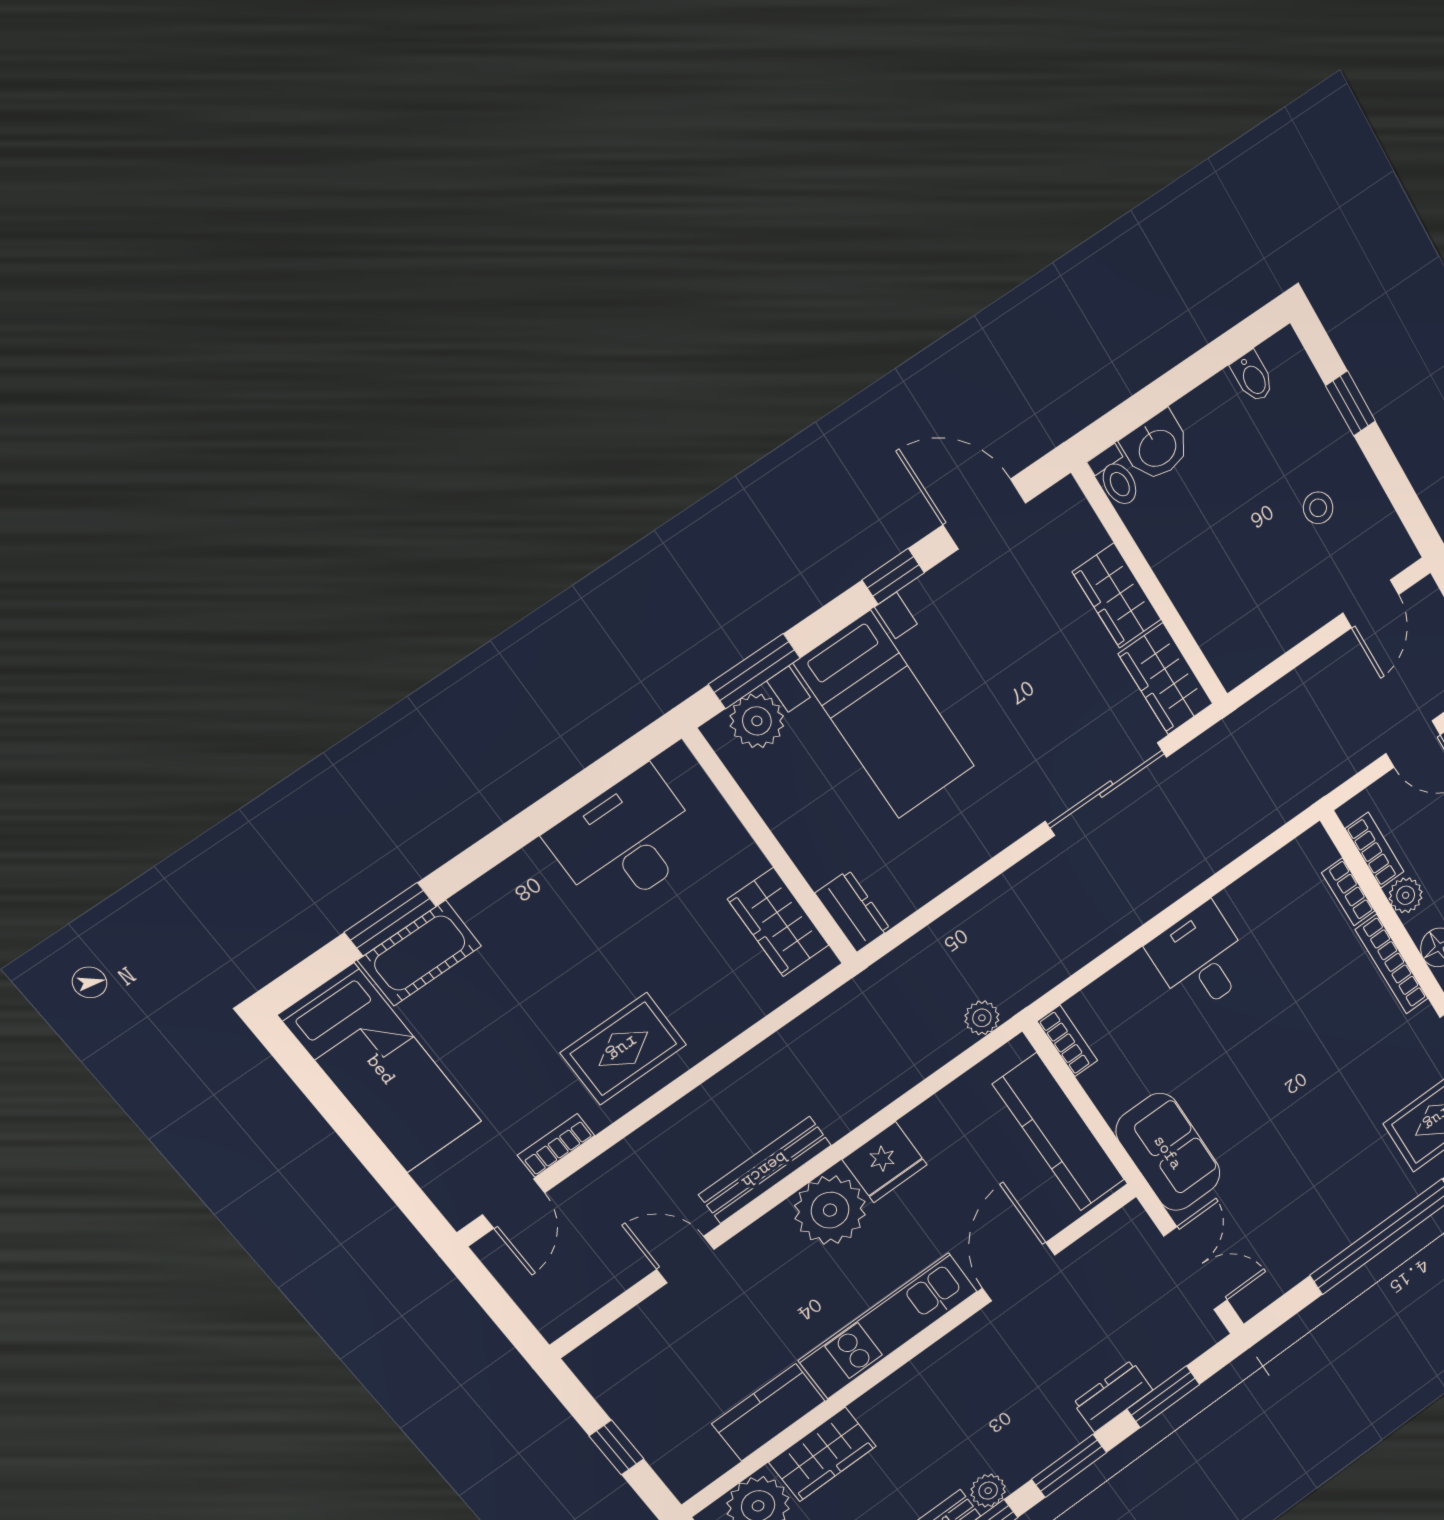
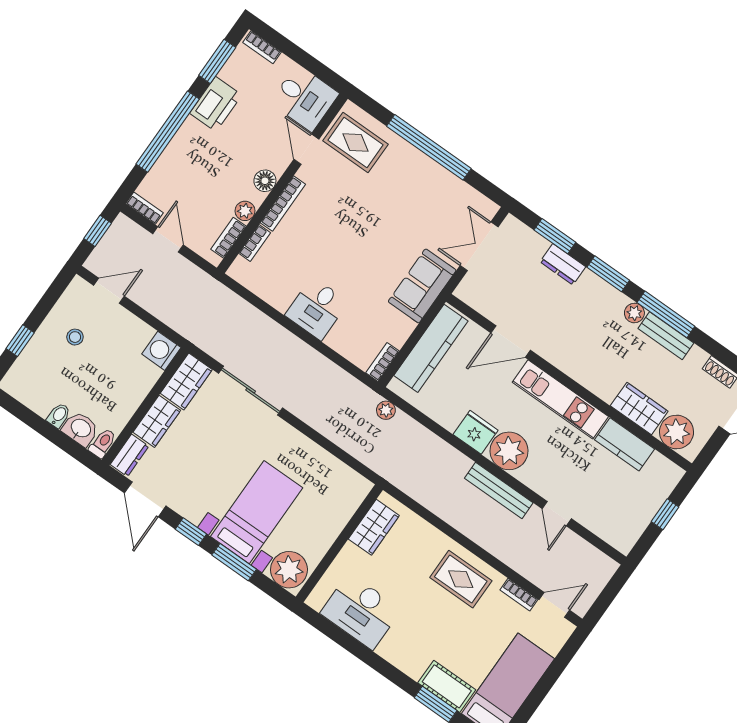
bidet: (1253, 377) -> (59, 415), moved
washing machine: (1235, 655) -> (161, 351), added
window: (754, 671) -> (234, 562), moved
plant: (757, 721) -> (289, 570), width x1.36, depth x1.36
dresser: (853, 911) -> (130, 455), moved, turned 180

